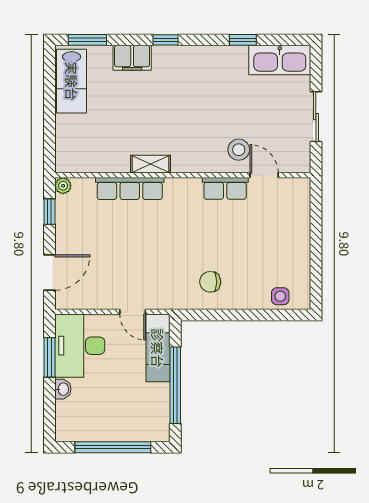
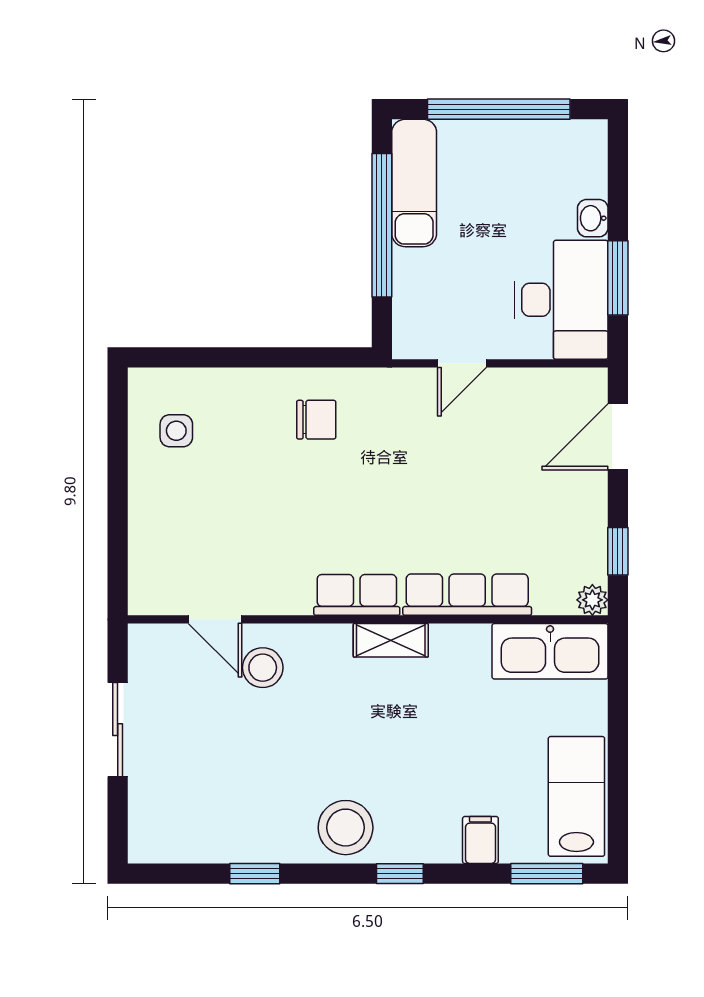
filing cabinet: (132, 58) -> (480, 840), width x0.50
kitchen sink: (280, 60) -> (550, 651), moved, turned 180
stool: (195, 64) -> (346, 828), added
shelving: (151, 164) -> (391, 640), moved
row of seats: (225, 188) -> (357, 595), moved
side table: (280, 296) -> (176, 431), moved
door: (133, 312) -> (462, 363), swing flipped
exam couch: (158, 348) -> (414, 183), moved

